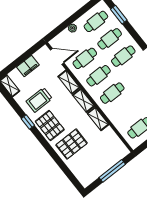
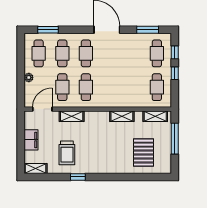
cafe table: (112, 93) -> (110, 87), removed
shelving: (83, 101) -> (155, 116), moved
pallet: (50, 125) -> (95, 161), removed
pallet: (72, 144) -> (143, 153), moved

